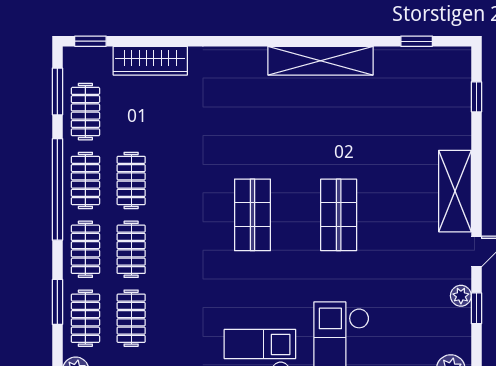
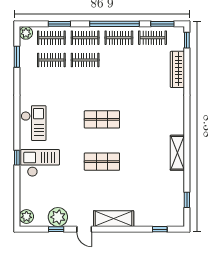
shelving: (321, 61) -> (177, 153), width x0.68
clothes rail: (131, 180) -> (119, 60), removed
plant: (461, 296) -> (58, 217), width x1.88, depth x1.88

